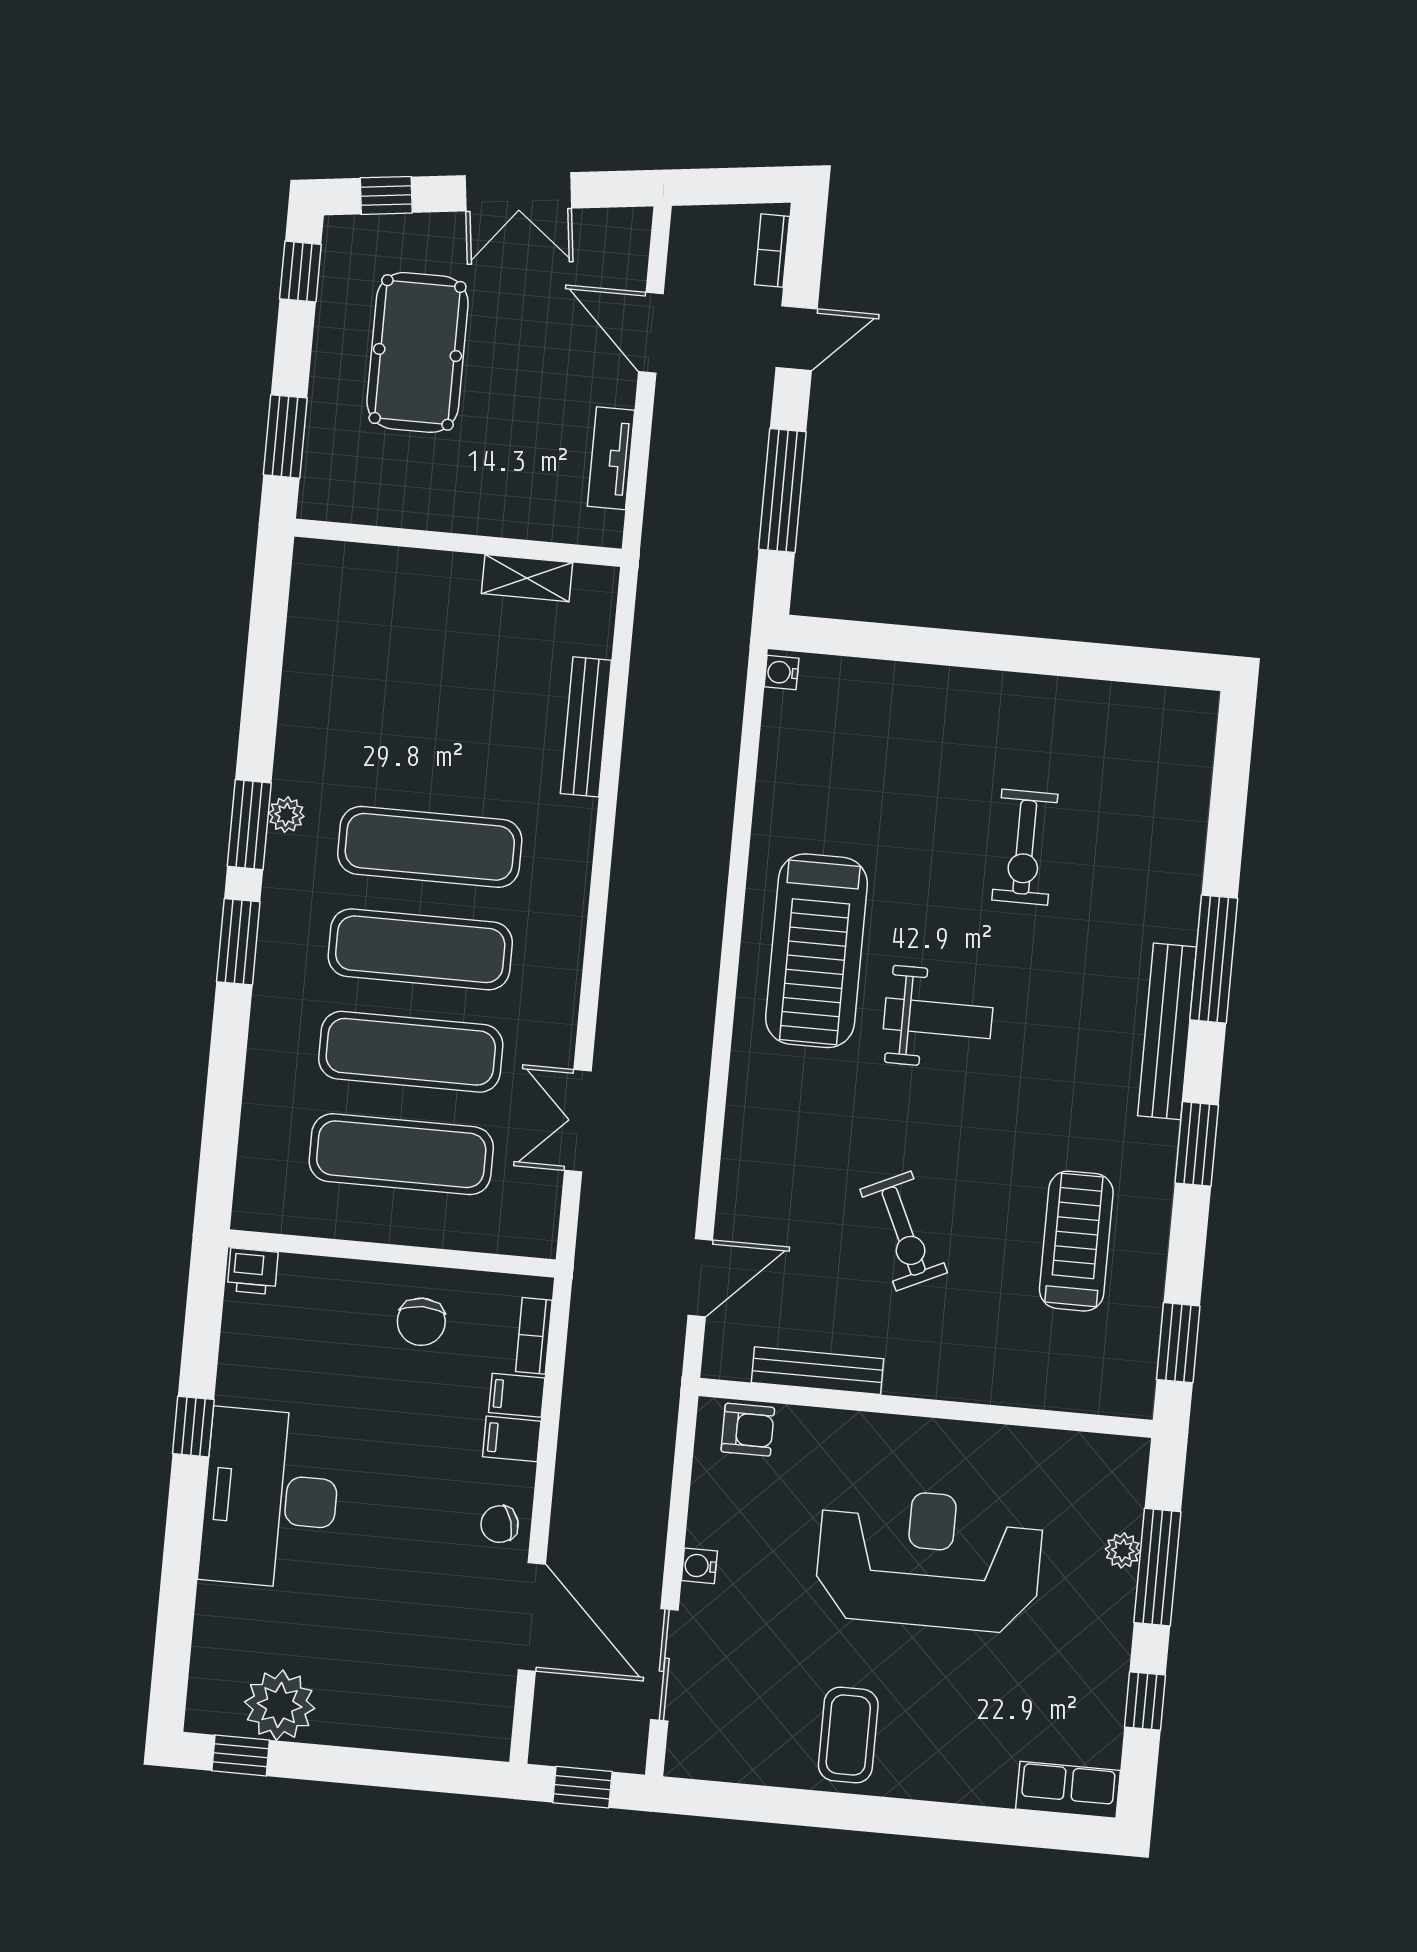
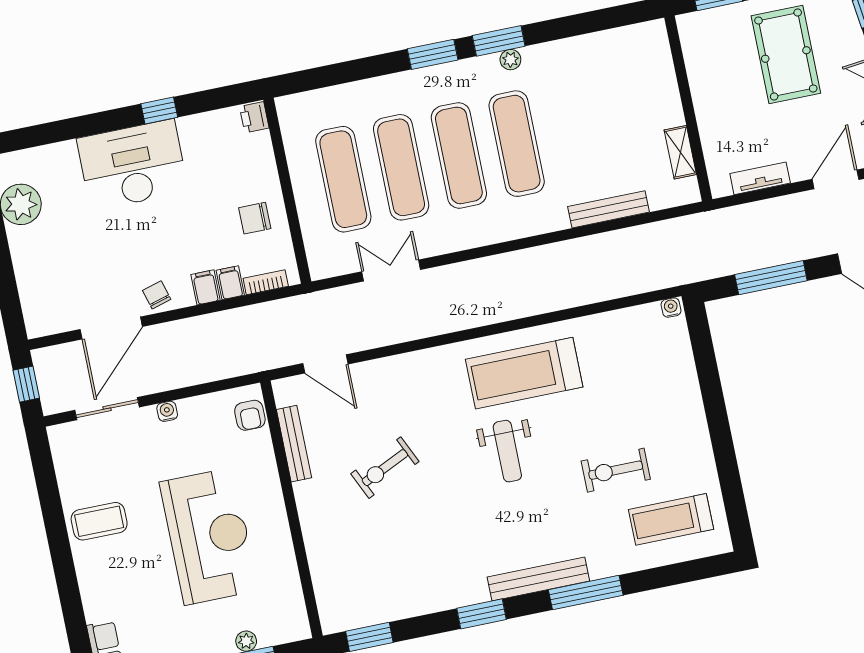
pool table: (418, 352) -> (786, 55), turned 90
treadmill: (1076, 1241) -> (671, 519), moved, turned 180

